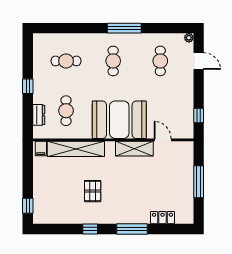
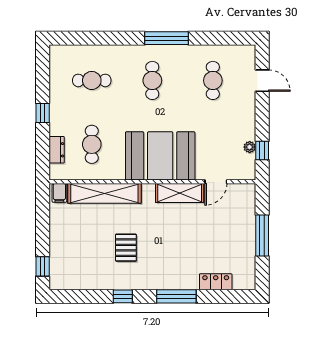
plant: (189, 38) -> (250, 147), moved
door: (163, 140) -> (216, 182), swing flipped

